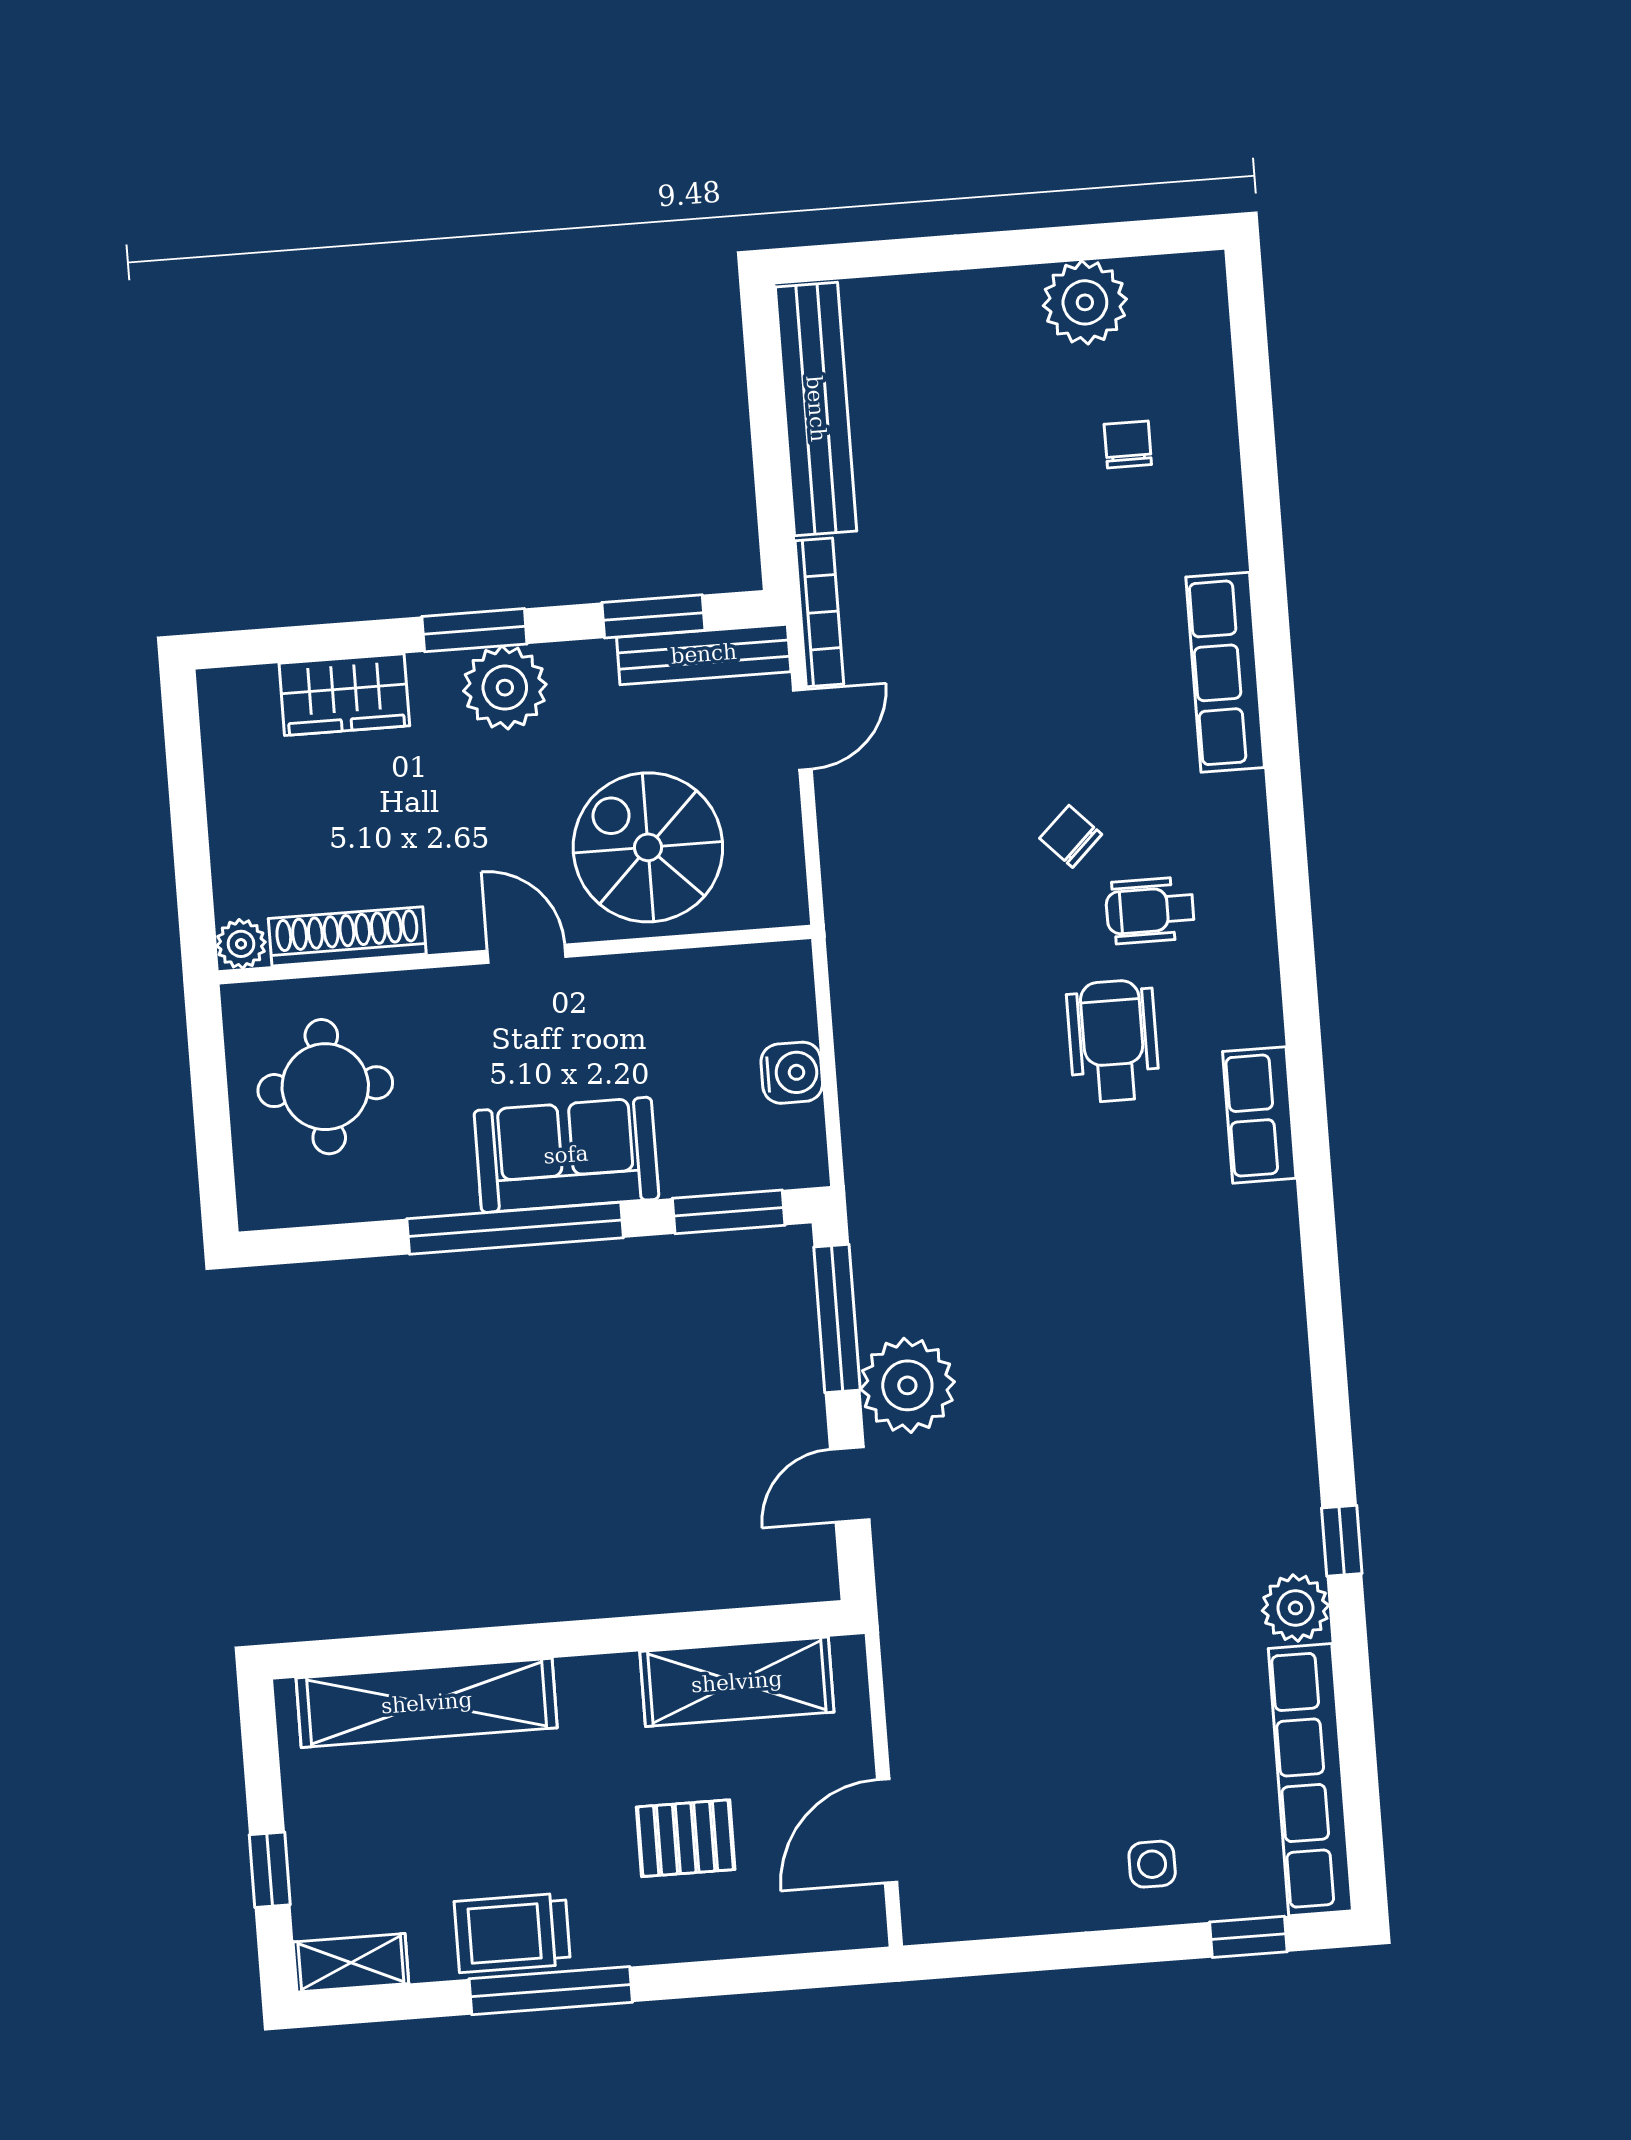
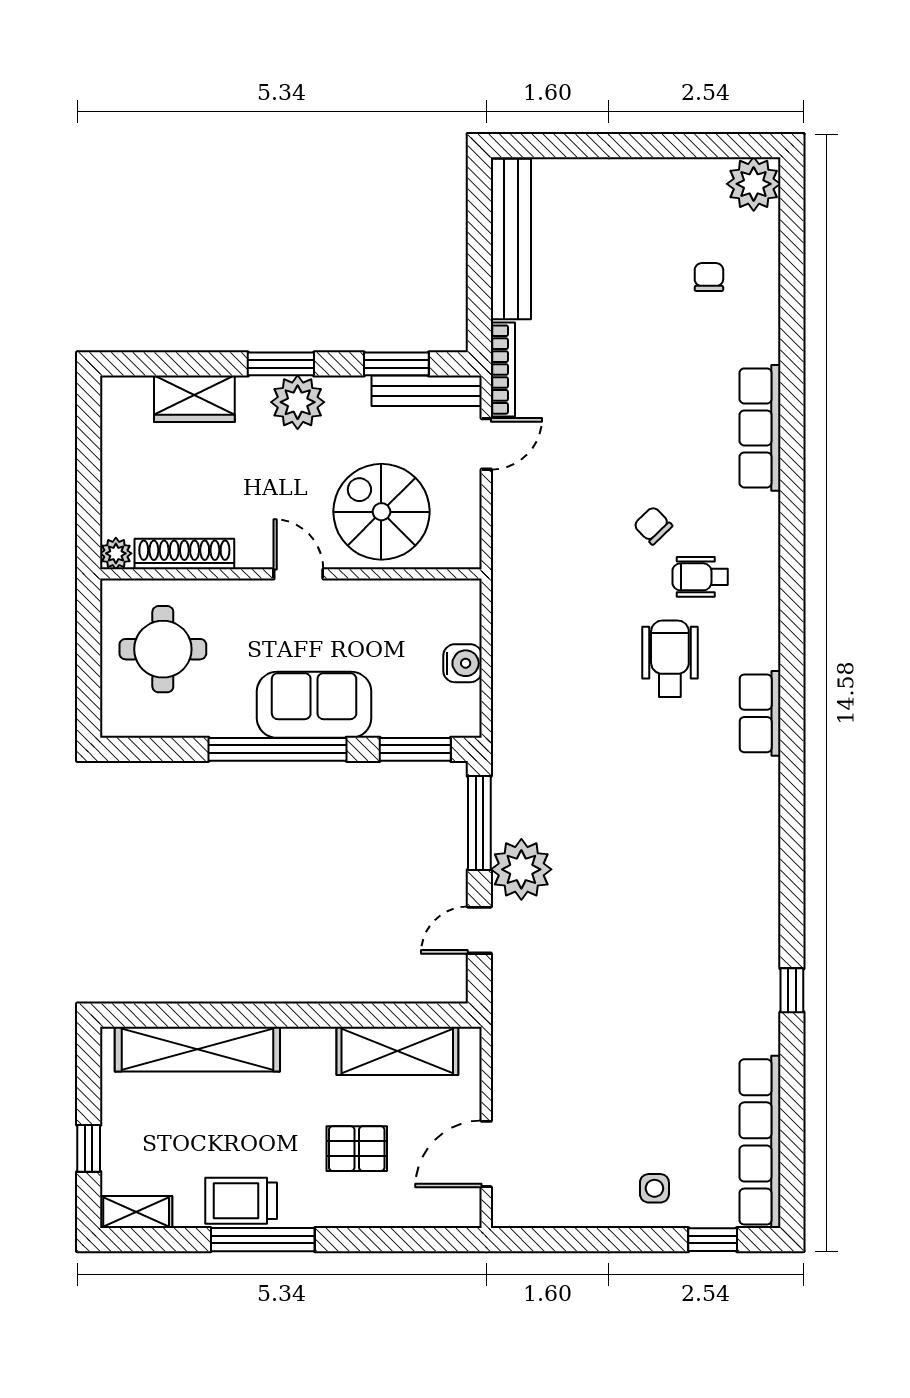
plant: (1085, 302) -> (754, 184), moved
plant: (1295, 1608) -> (759, 1031), removed

